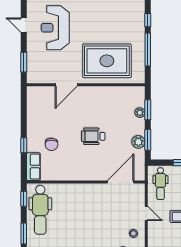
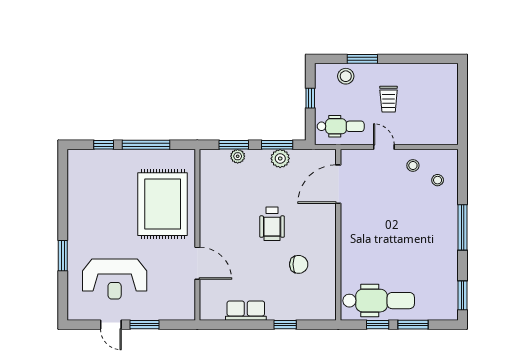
door: (24, 25) -> (111, 325), hinge flipped
window: (24, 62) -> (144, 325), moved
chair: (52, 144) -> (299, 264), moved
row of seats: (33, 167) -> (246, 311), moved
door: (121, 182) -> (338, 184), hinge flipped
window: (24, 199) -> (378, 325), moved
door: (146, 213) -> (384, 147), hinge flipped

